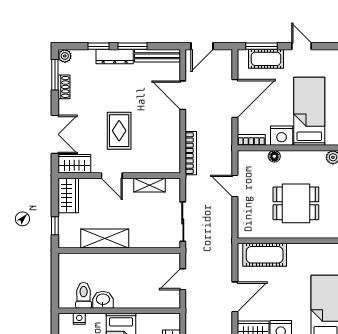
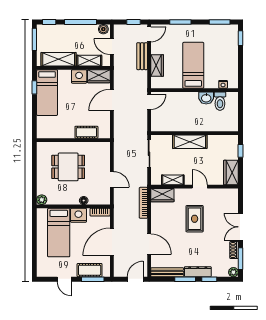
double door: (55, 134) -> (240, 227), moved
wardrobe: (74, 164) -> (162, 195), moved
shelving: (105, 239) -> (190, 142), moved
cot: (265, 255) -> (86, 132), width x0.73, depth x0.75
door: (183, 279) -> (149, 102), moved

